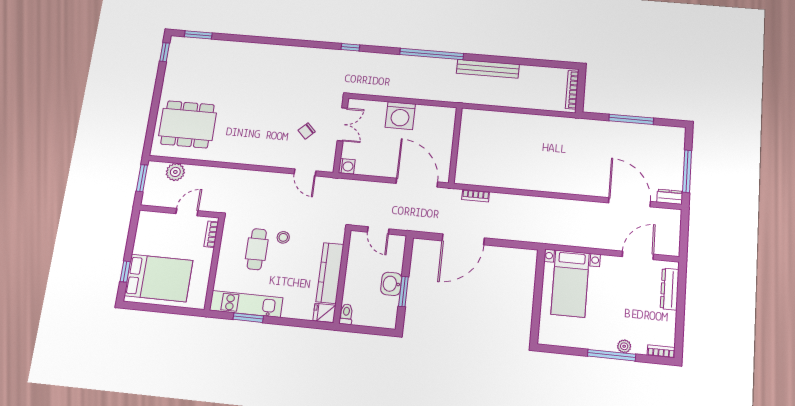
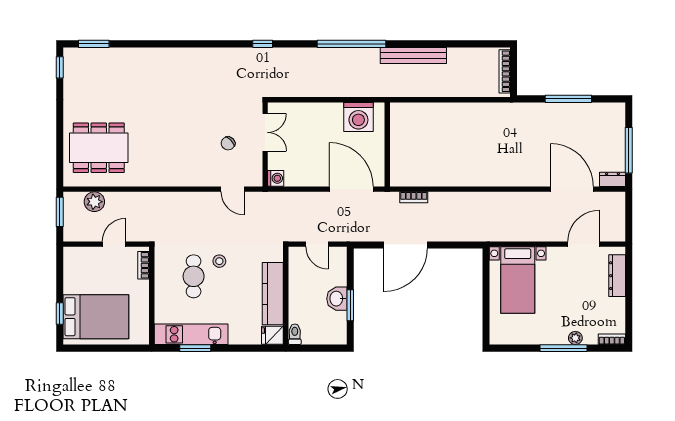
washing machine: (400, 116) -> (358, 117), moved

